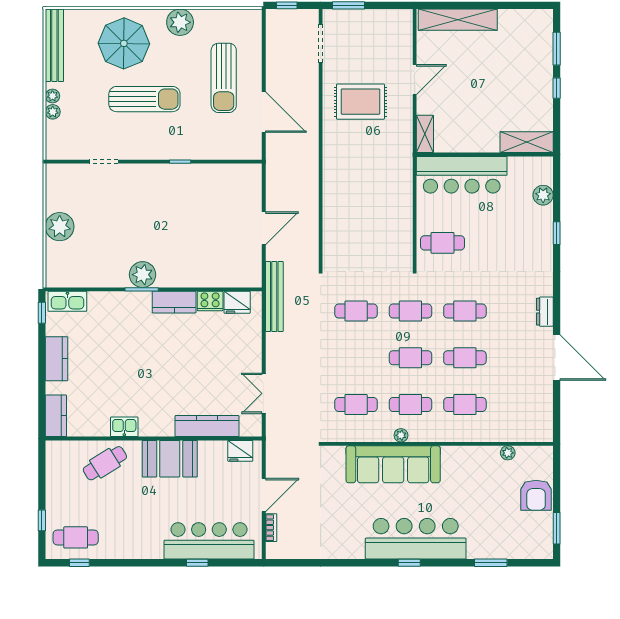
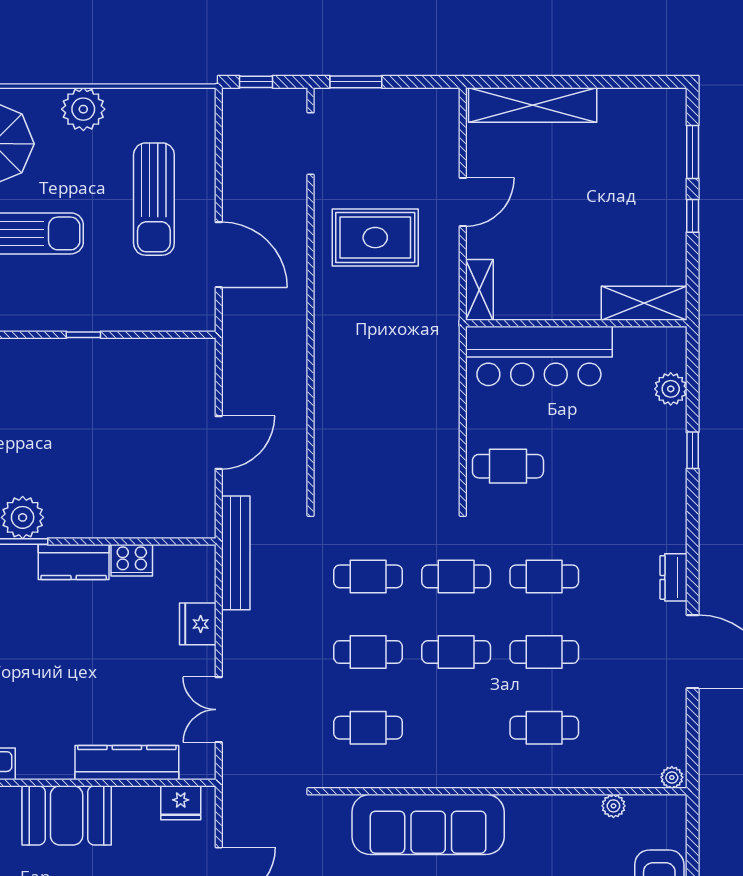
fridge: (237, 302) -> (198, 624), moved, turned 90
cafe table: (410, 404) -> (368, 652), moved
plant: (401, 435) -> (672, 777), moved

